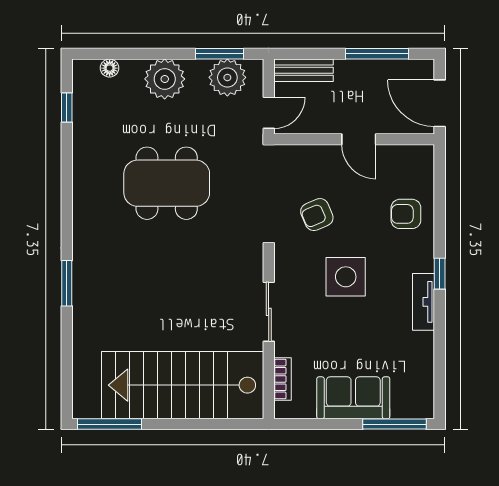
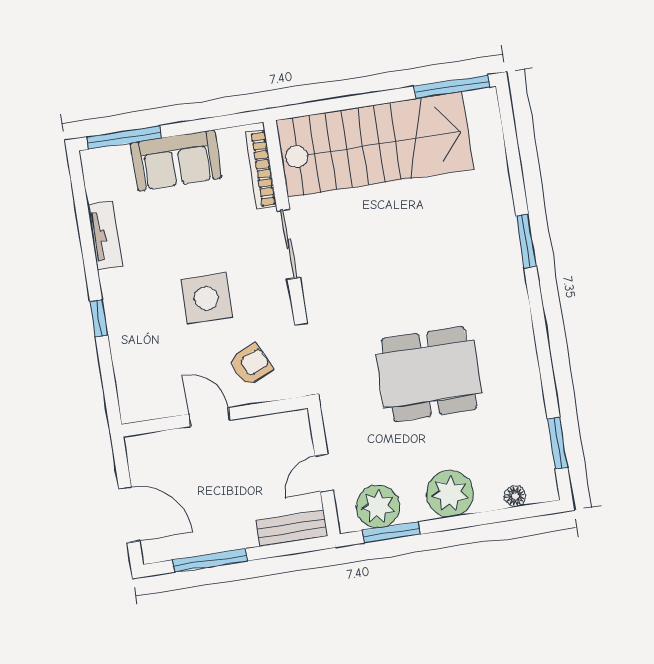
window: (67, 108) -> (557, 443), width x1.50
wall: (354, 139) -> (215, 416), moved
door: (359, 139) -> (209, 417), moved
armchair: (406, 214) -> (148, 381), removed
tv unit: (424, 302) -> (105, 235), moved
bookcase: (282, 379) -> (261, 169), width x1.56

